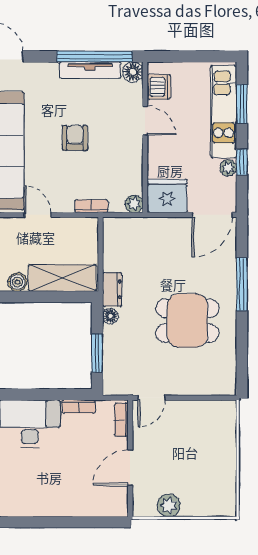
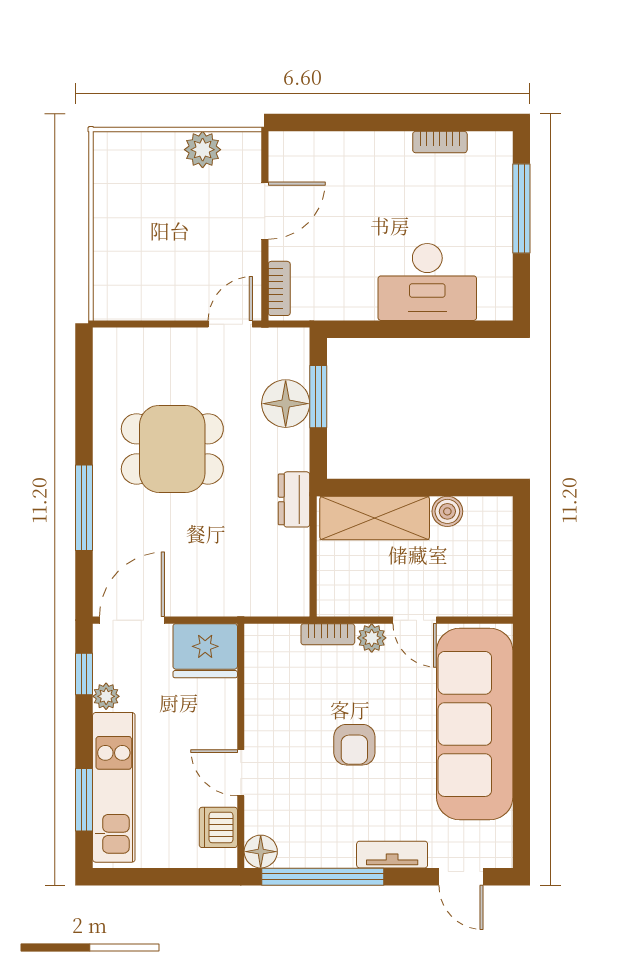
tv unit: (90, 70) -> (392, 855), moved, width x0.71
window: (242, 162) -> (84, 674), moved
plant: (134, 204) -> (372, 638), moved
floor lamp: (110, 316) -> (286, 404), moved, width x1.89, depth x1.89
bookcase: (79, 407) -> (440, 142), moved, turned 180

